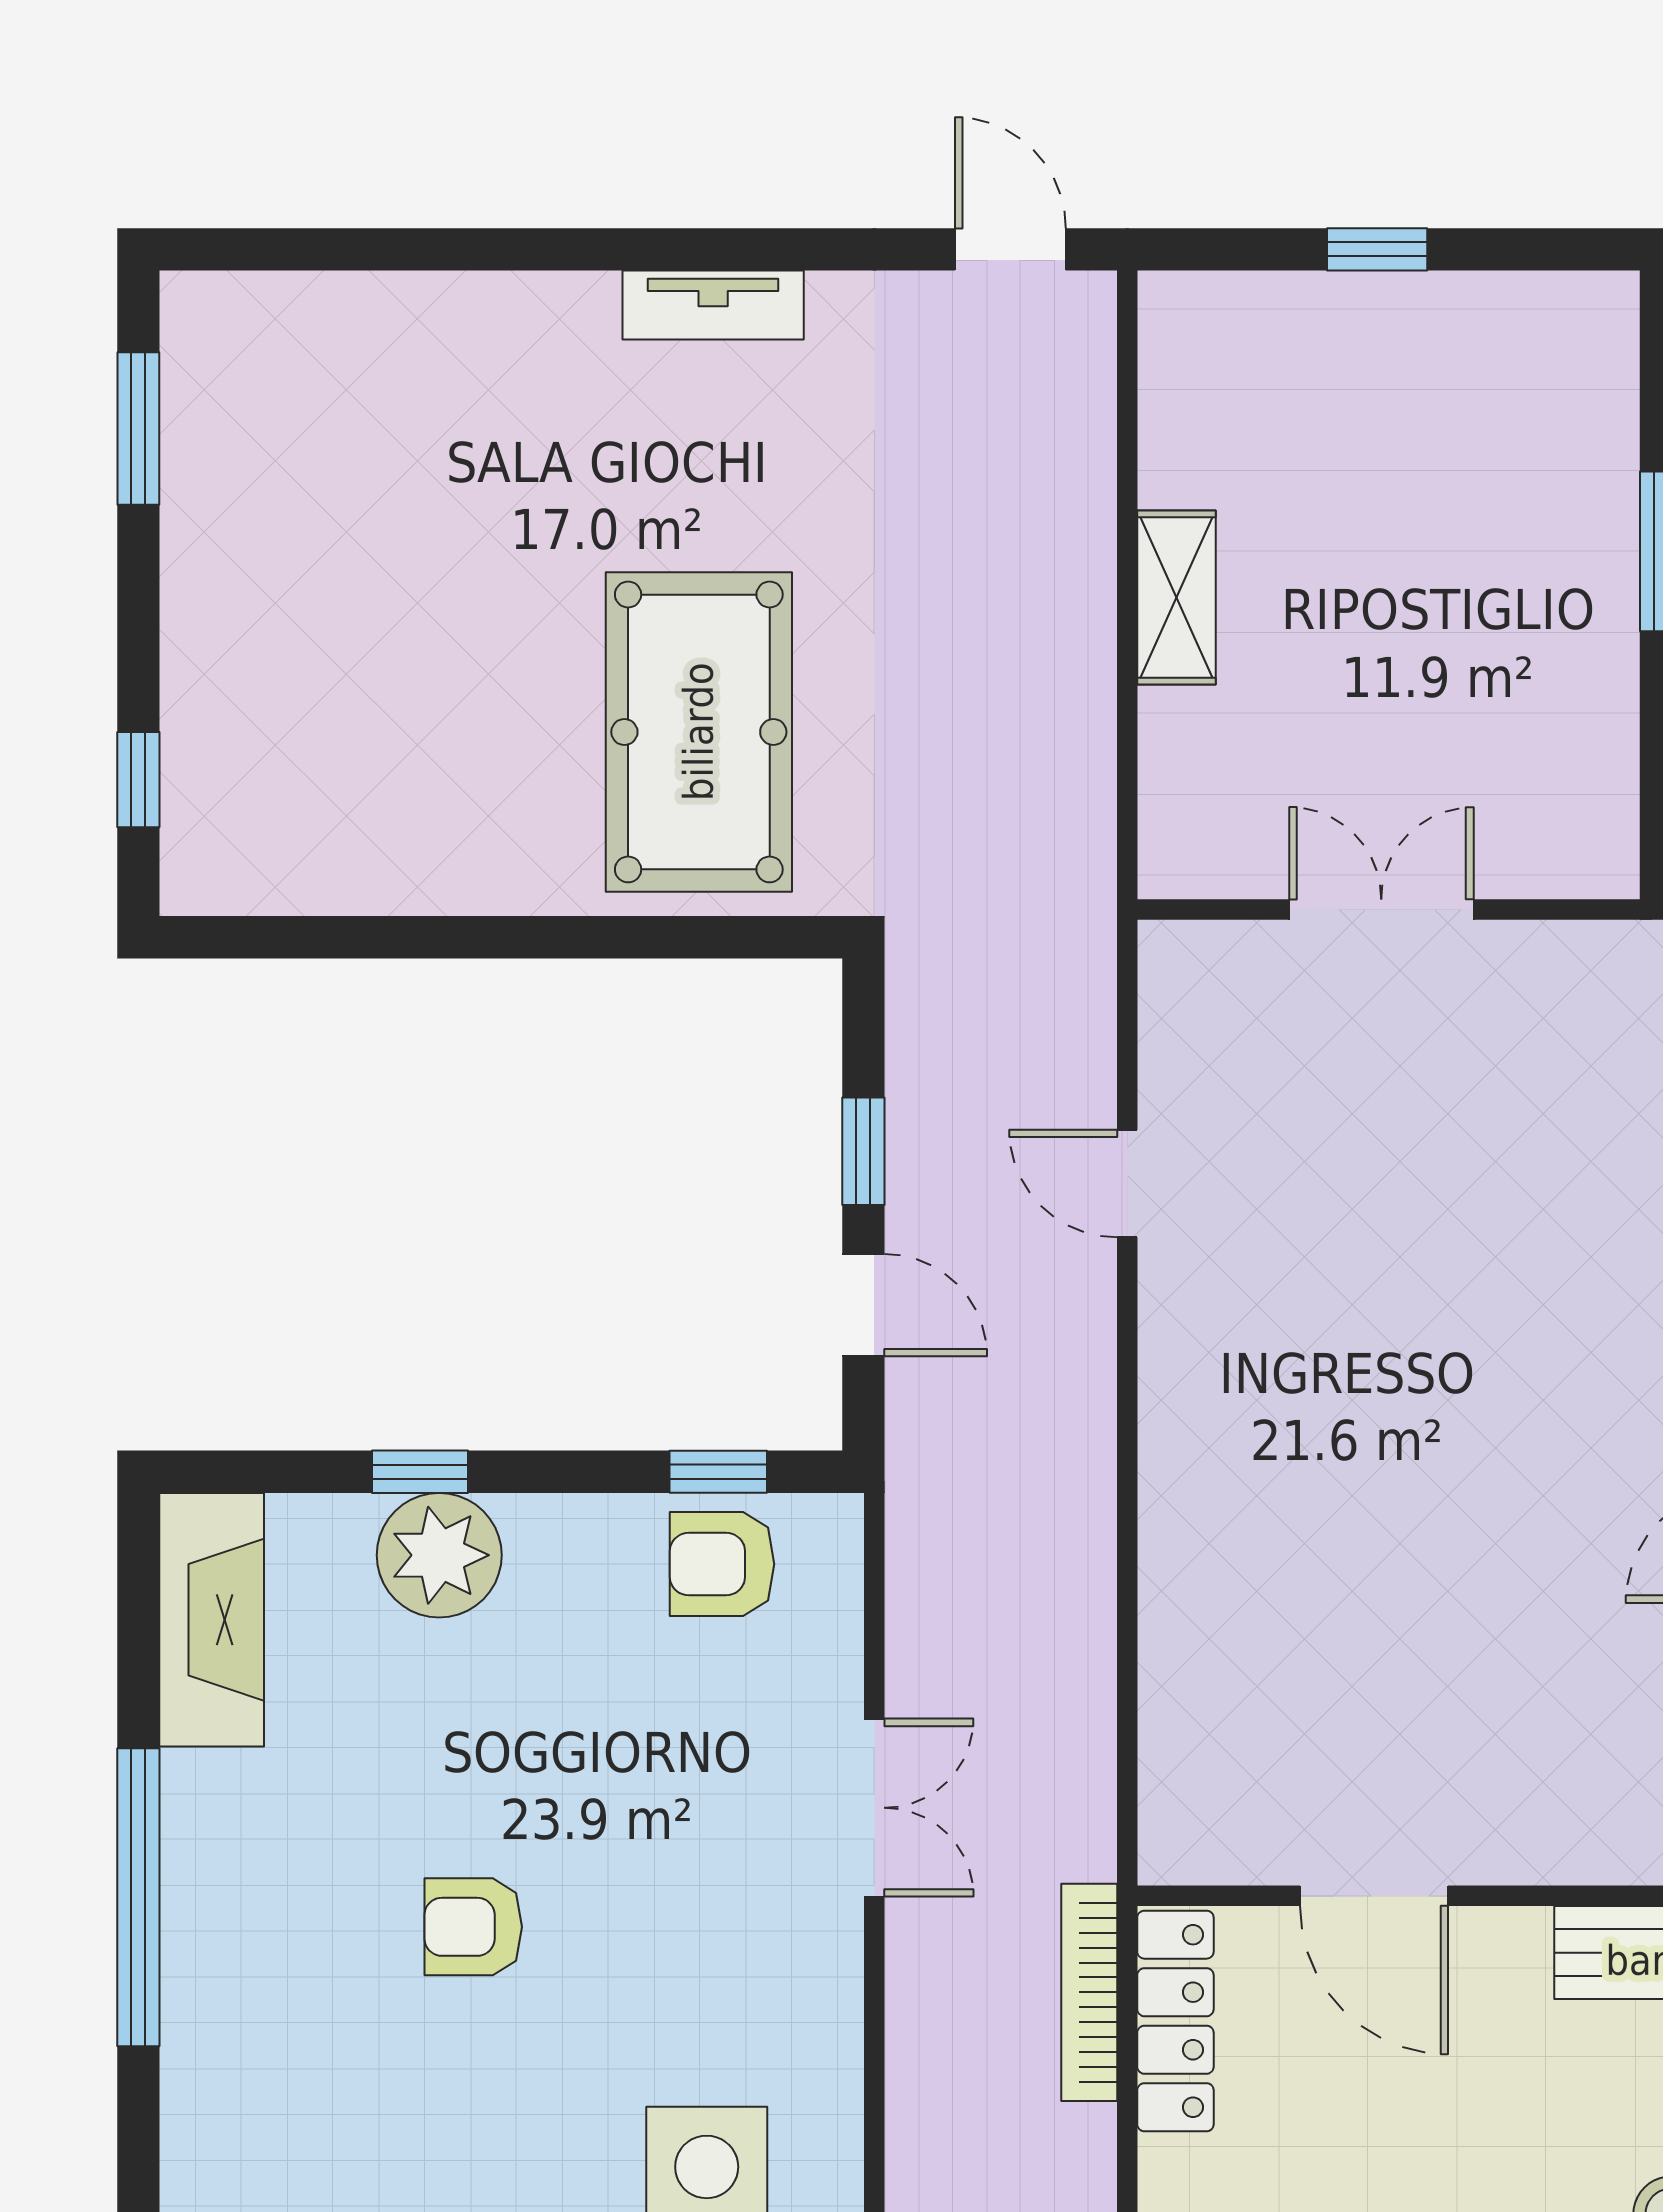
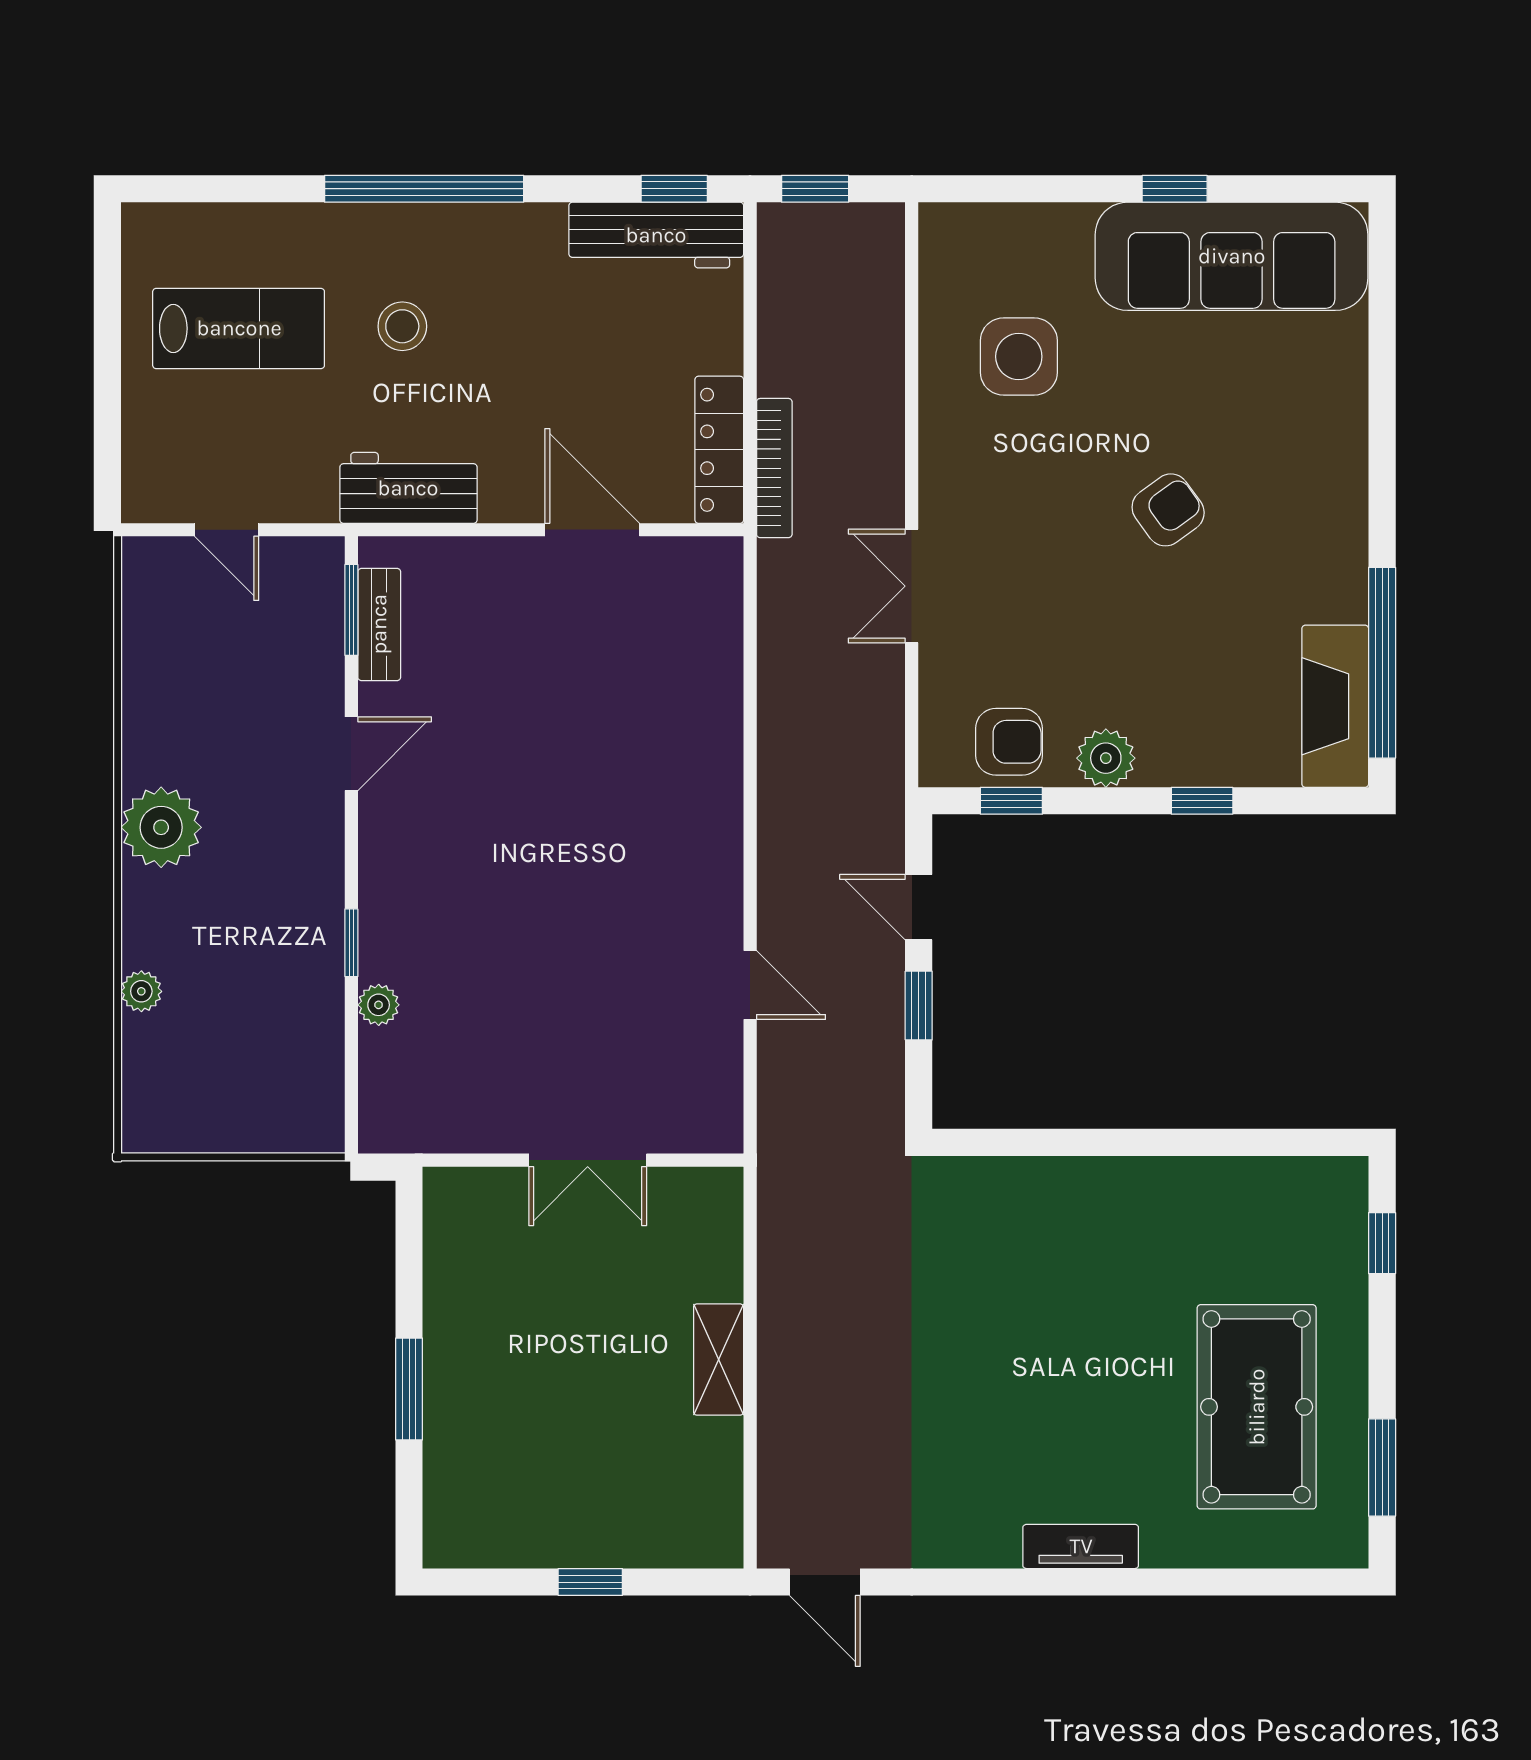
tv unit: (713, 305) -> (1081, 1546), moved
pool table: (699, 732) -> (1257, 1407), moved
plant: (439, 1555) -> (1106, 758), moved, width x0.73, depth x0.73
window: (138, 1897) -> (1382, 663), moved
armchair: (473, 1927) -> (1168, 510), turned -36

